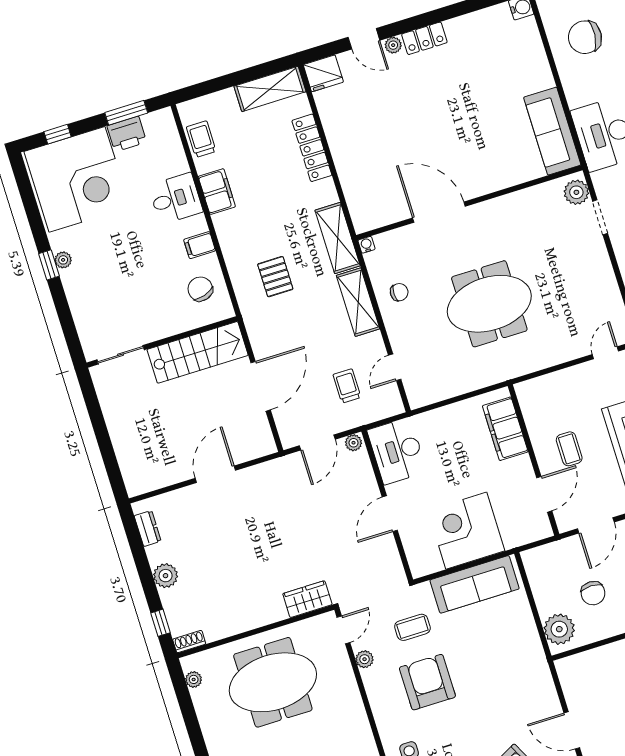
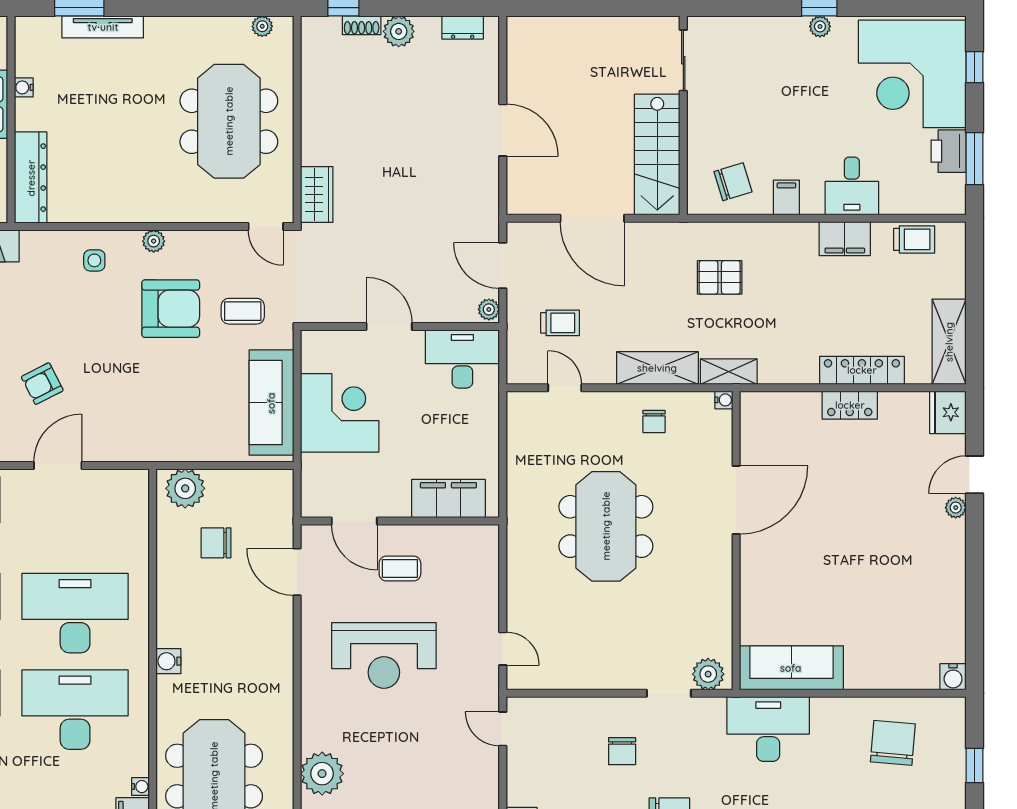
locker: (424, 38) -> (850, 405), moved, turned -90
shelving: (338, 238) -> (729, 372), width x0.67, depth x0.75
coffee table: (412, 627) -> (243, 311), turned 90
shoe rack: (189, 642) -> (362, 25), moved, turned 90
plant: (365, 659) -> (154, 241), moved

